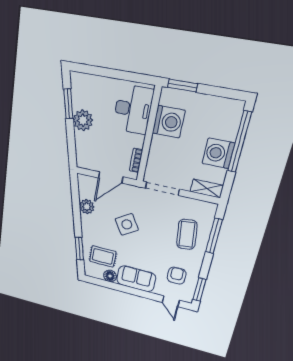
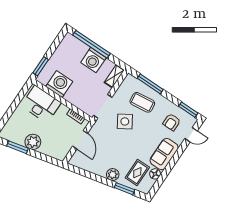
plant: (87, 207) -> (113, 175), moved
side table: (127, 224) -> (125, 121), moved
armchair: (177, 276) -> (172, 122), turned -90

